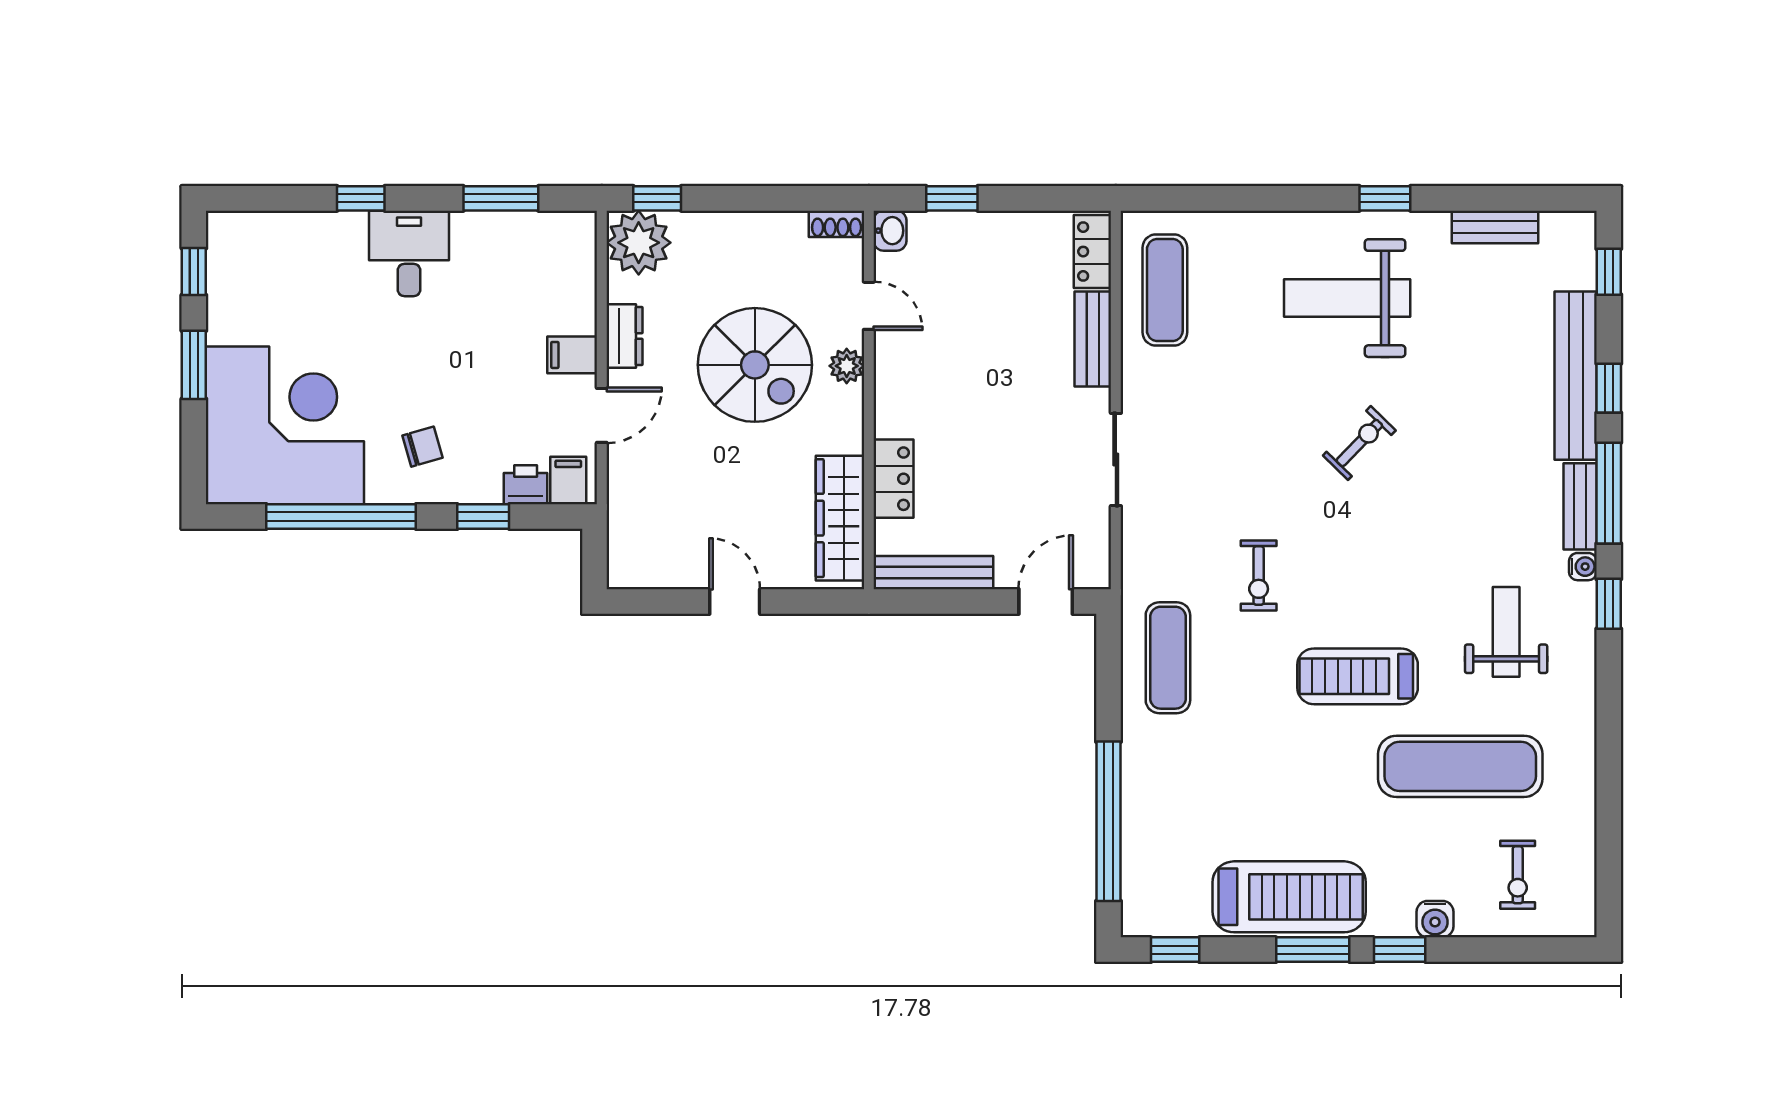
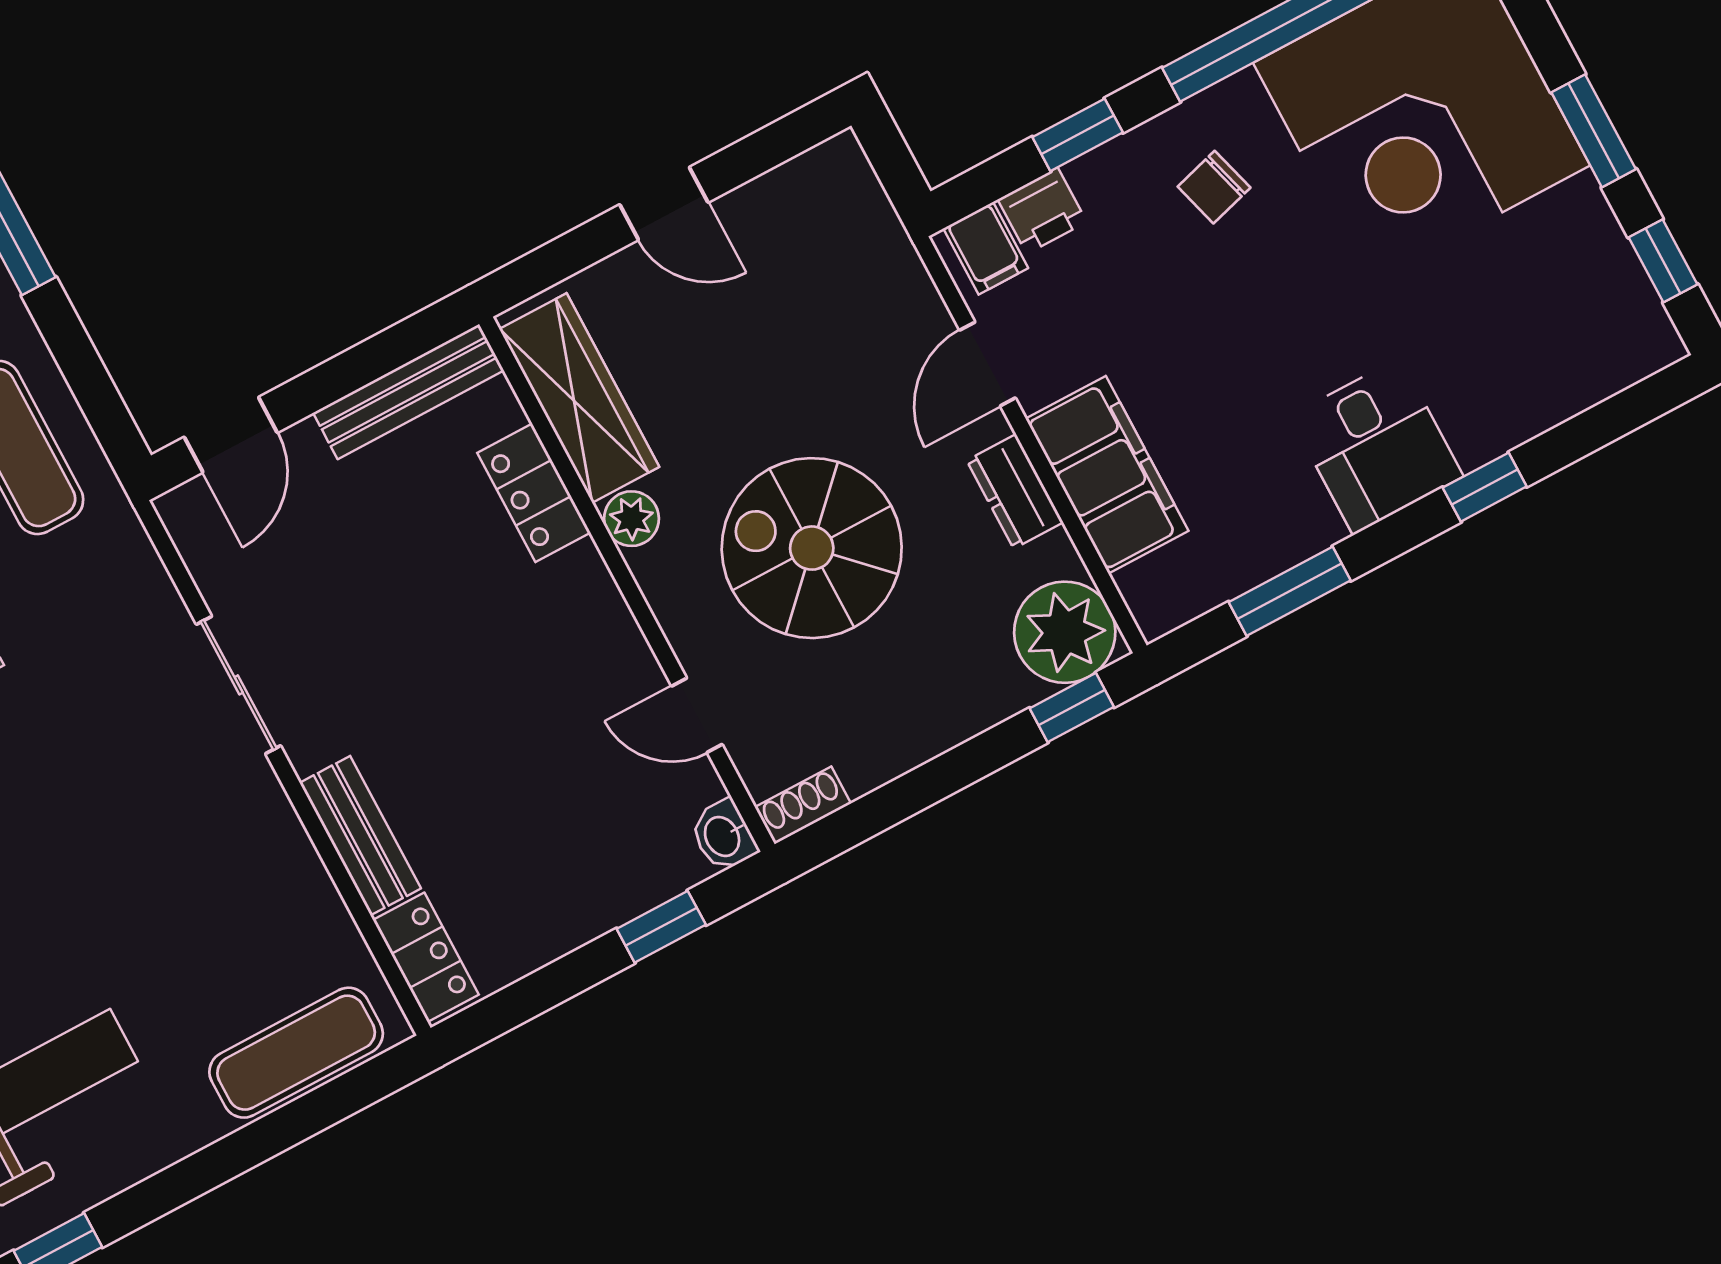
exercise mat: (1165, 290) -> (296, 1053), moved, turned 90
filing cabinet: (572, 355) -> (1107, 475), width x3.00, depth x1.17
plant: (847, 366) -> (632, 519), moved

